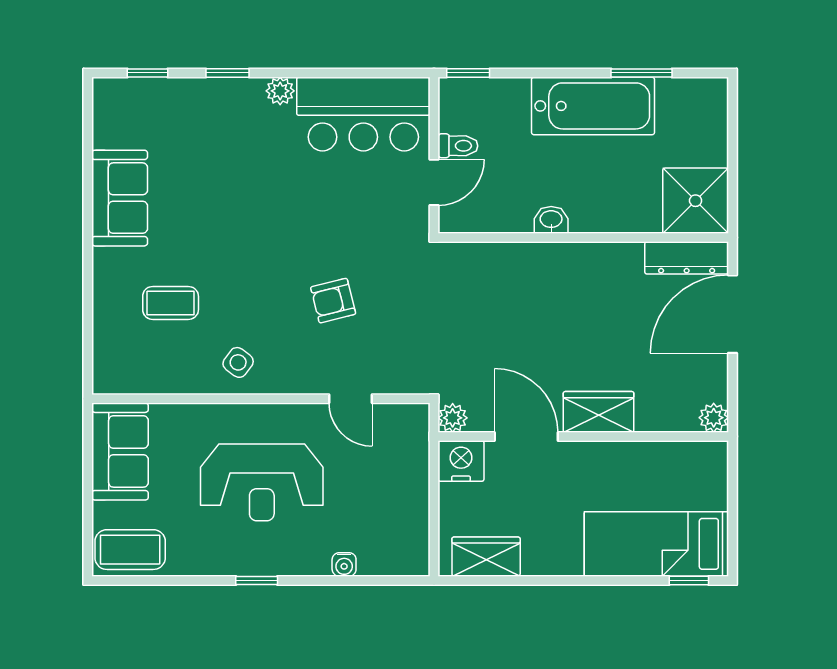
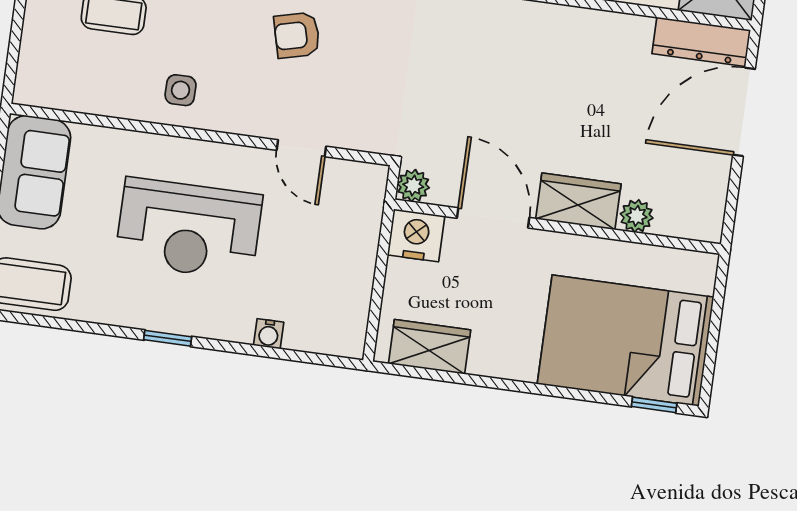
side table: (238, 362) -> (181, 90), turned -37
plant: (714, 418) -> (637, 216), moved
bed: (656, 544) -> (626, 341), width x1.50

